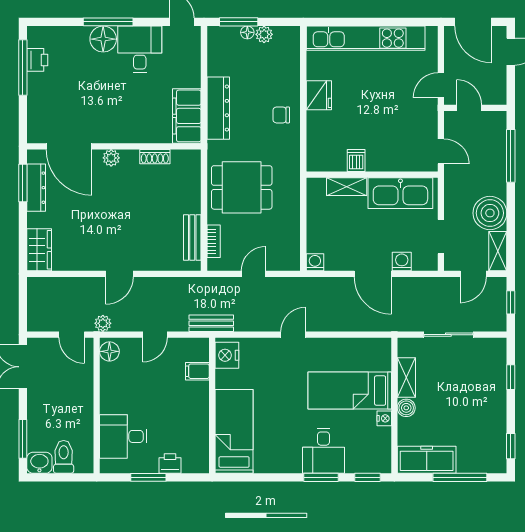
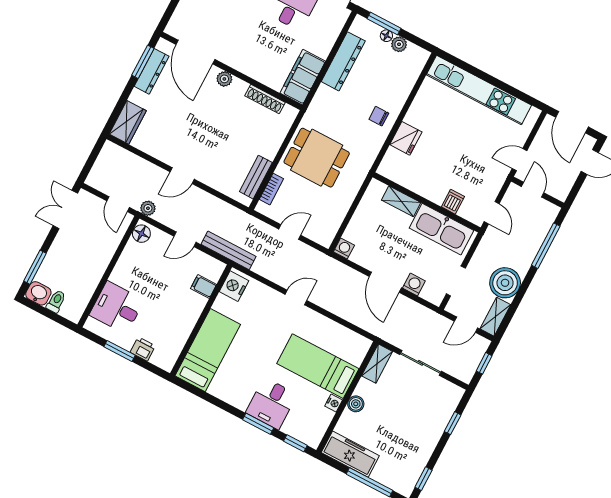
fridge: (319, 95) -> (406, 138), moved
dresser: (218, 108) -> (343, 61), moved
shoe rack: (155, 157) -> (265, 99), width x1.43
dishwasher: (356, 160) -> (453, 202), moved
bench: (211, 323) -> (229, 250), width x1.36
shelving: (406, 377) -> (377, 364), moved
toilet: (64, 457) -> (56, 301), width x0.73, depth x0.72

